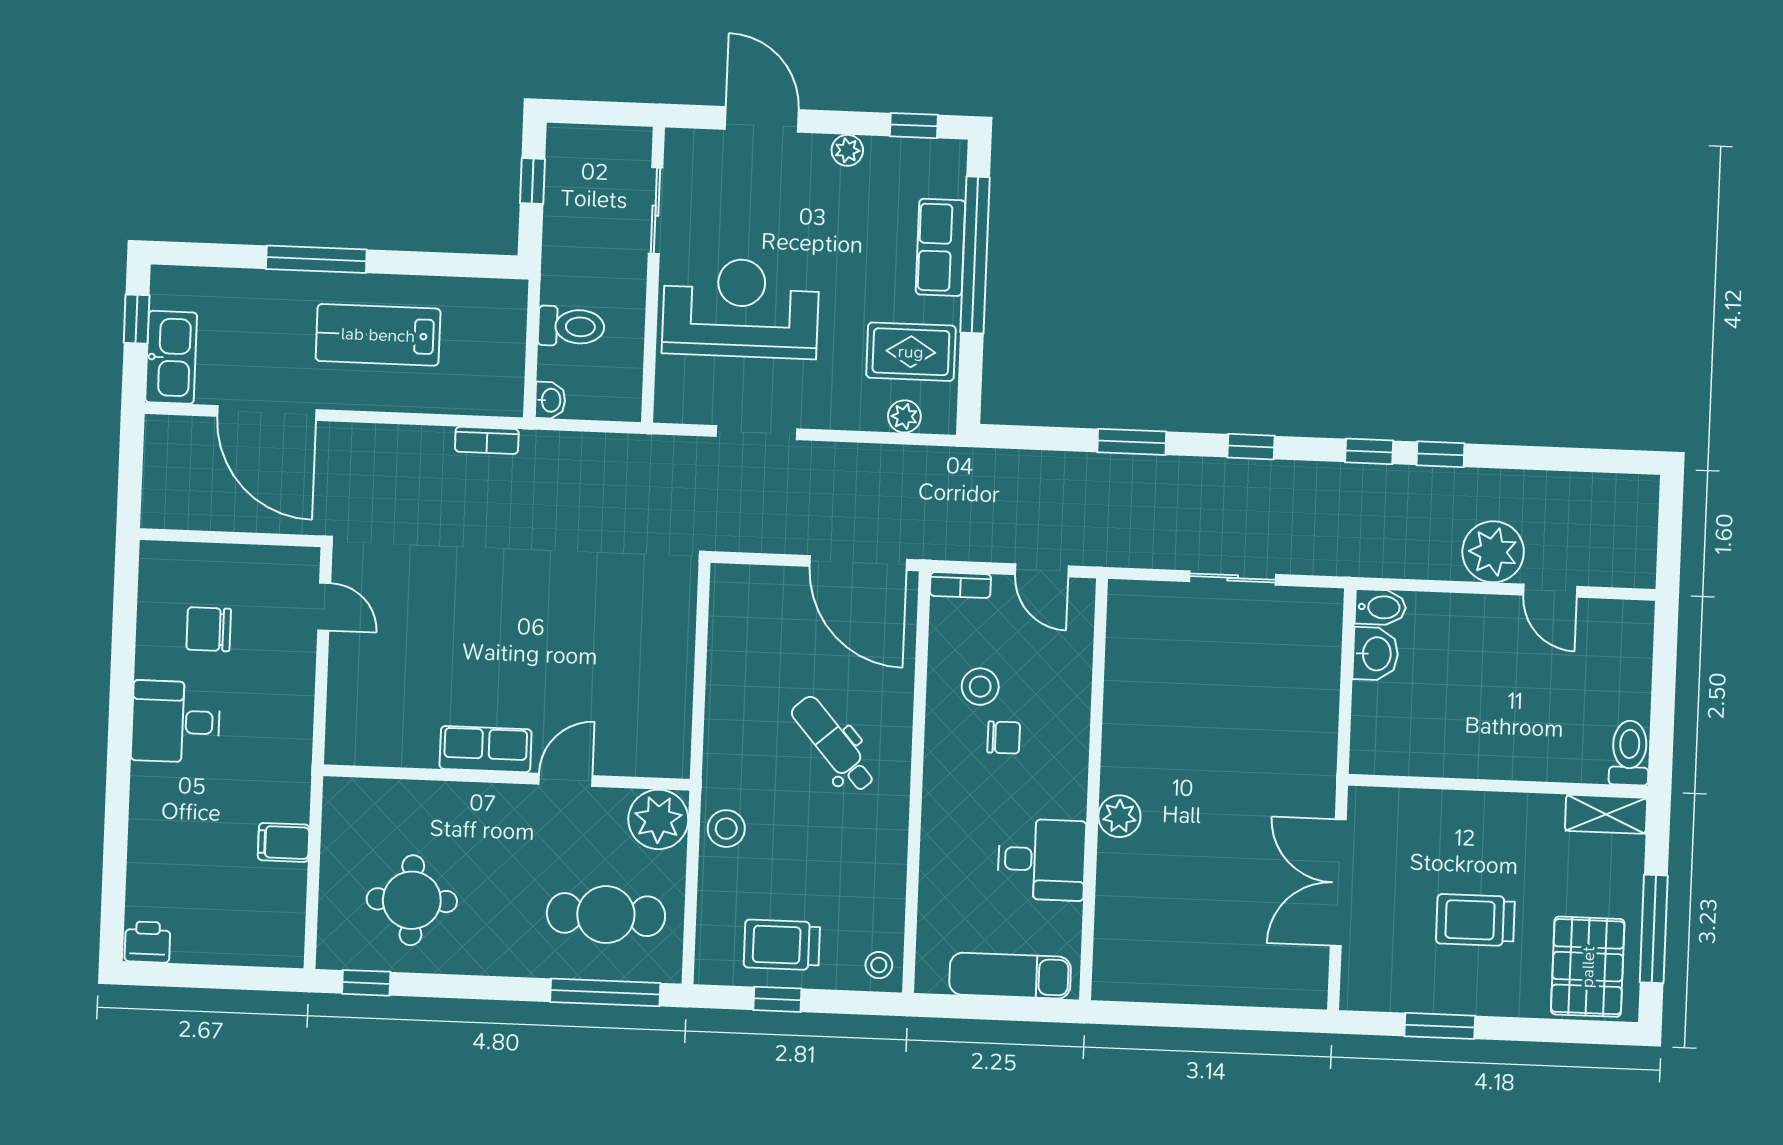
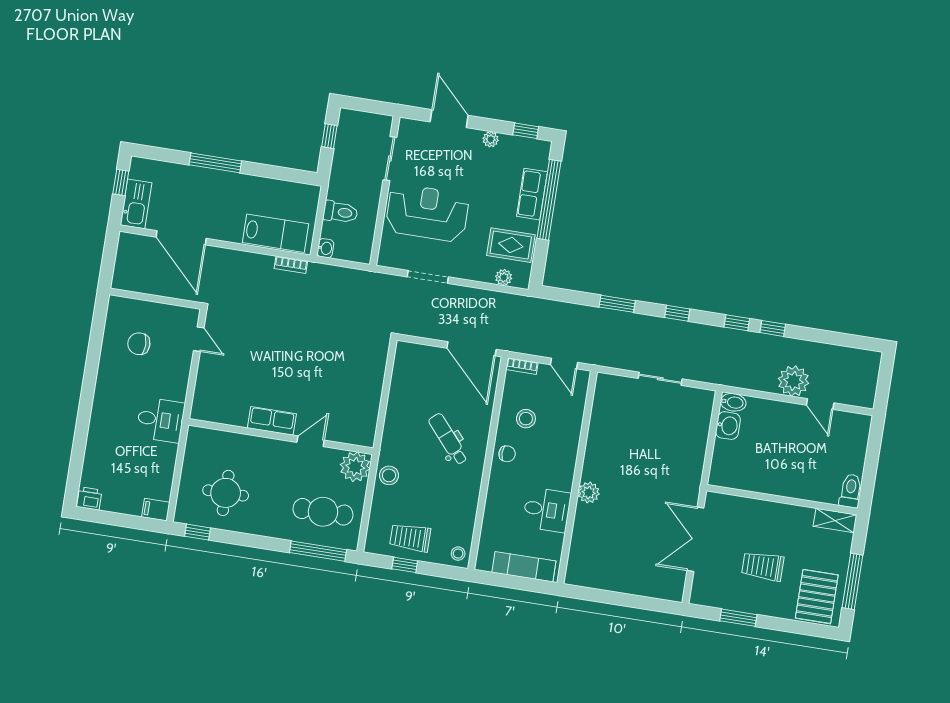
lab bench: (378, 335) -> (275, 233), moved, turned 180
desk: (176, 722) -> (160, 420), moved, turned 180
chair: (1004, 737) -> (507, 454), moved
filing cabinet: (284, 842) -> (156, 510), moved

